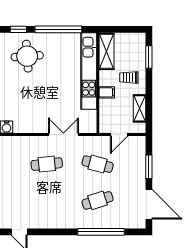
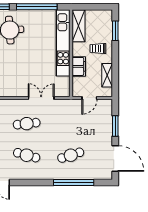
filing cabinet: (107, 92) -> (79, 66), width x2.00
cafe table: (98, 164) -> (27, 155), moved

